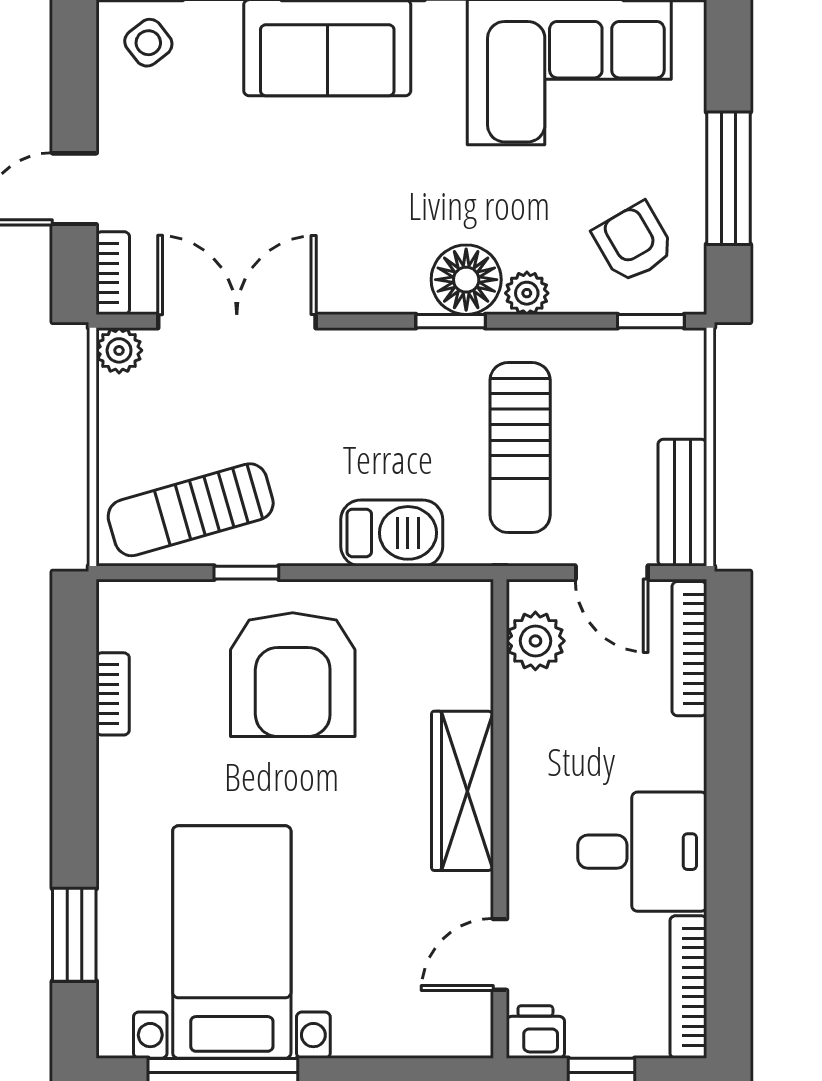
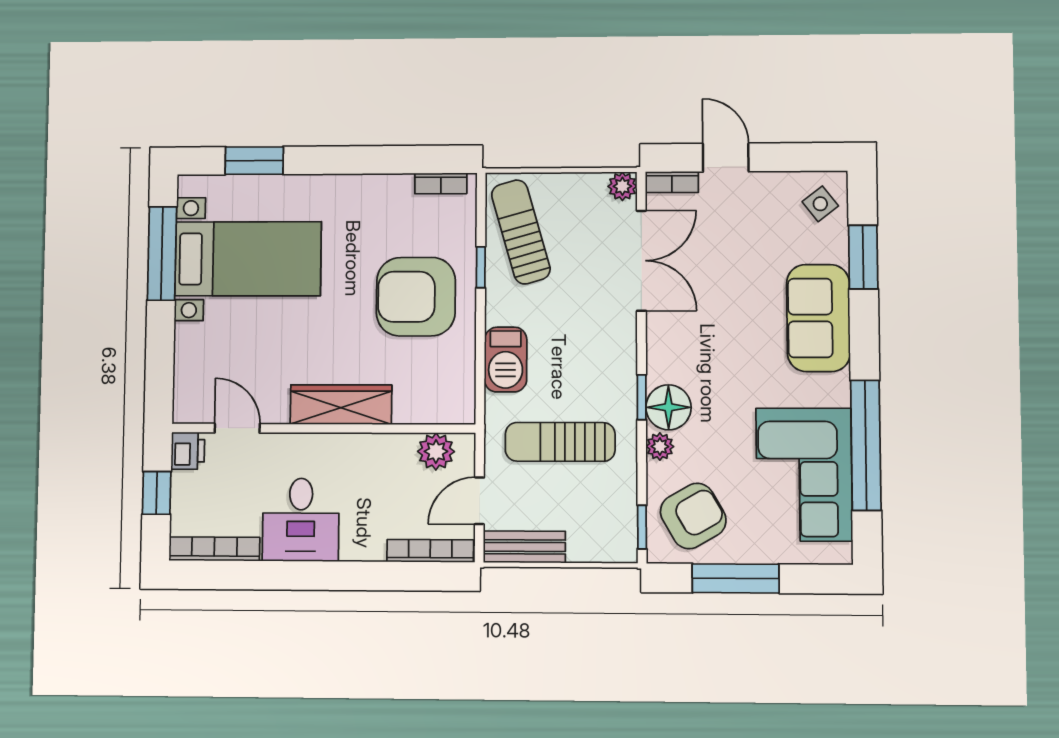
armchair: (633, 242) -> (693, 516), width x1.38, depth x1.38
bookcase: (113, 694) -> (441, 183), moved

